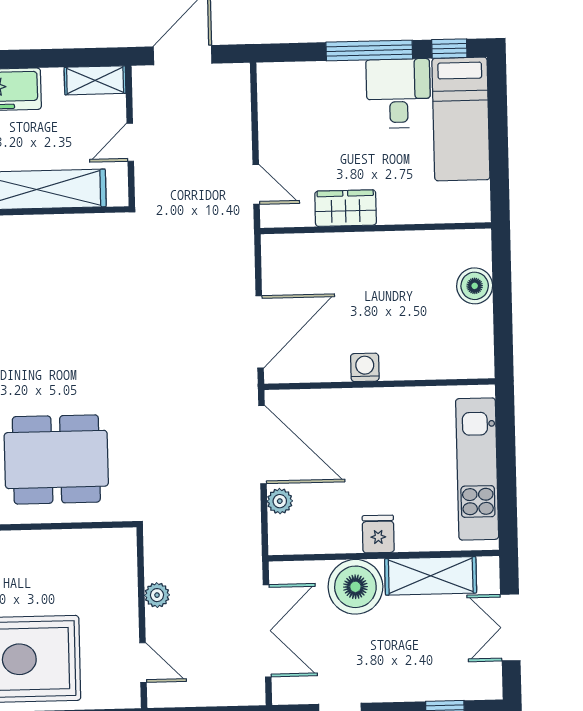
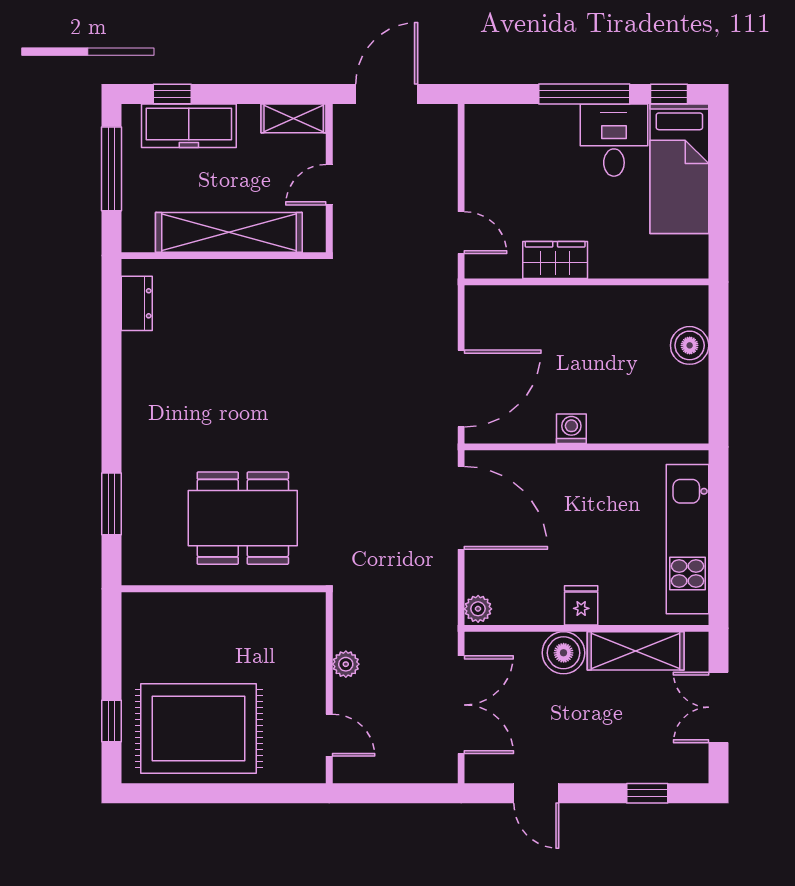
plant: (280, 501) -> (478, 609), moved
boiler: (355, 587) -> (564, 653), width x0.73, depth x0.73

